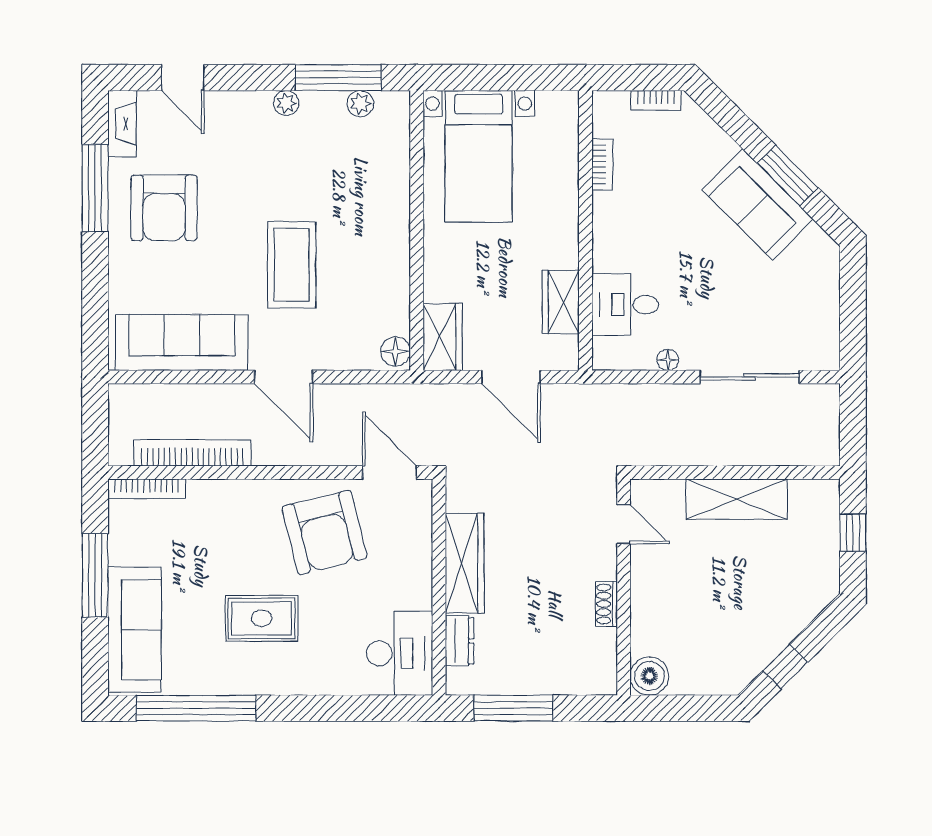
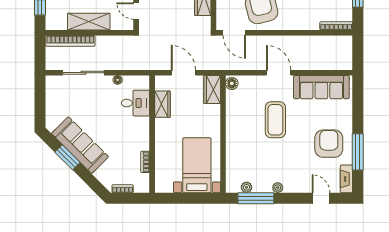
sofa: (758, 204) -> (80, 145), width x1.36
bookcase: (192, 453) -> (70, 41), moved

